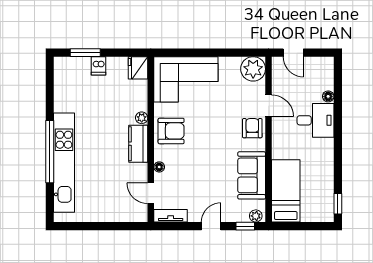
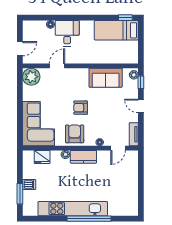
fridge: (138, 68) -> (42, 157), moved
armchair: (252, 128) -> (81, 108), moved
kitchen unit: (64, 163) -> (73, 209), moved
bed: (286, 191) -> (116, 30), moved

